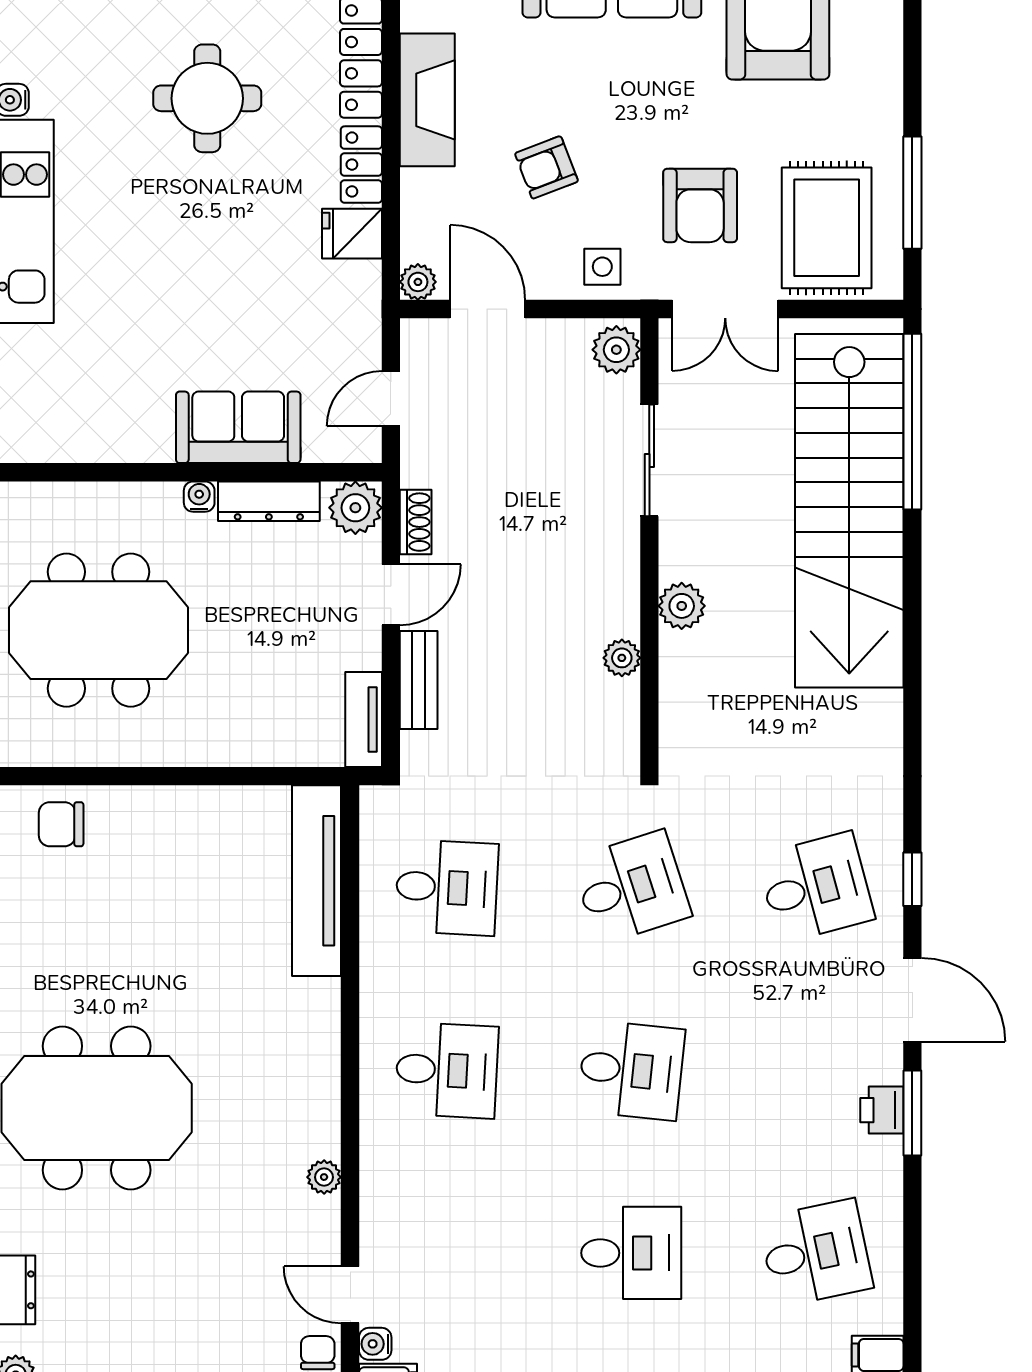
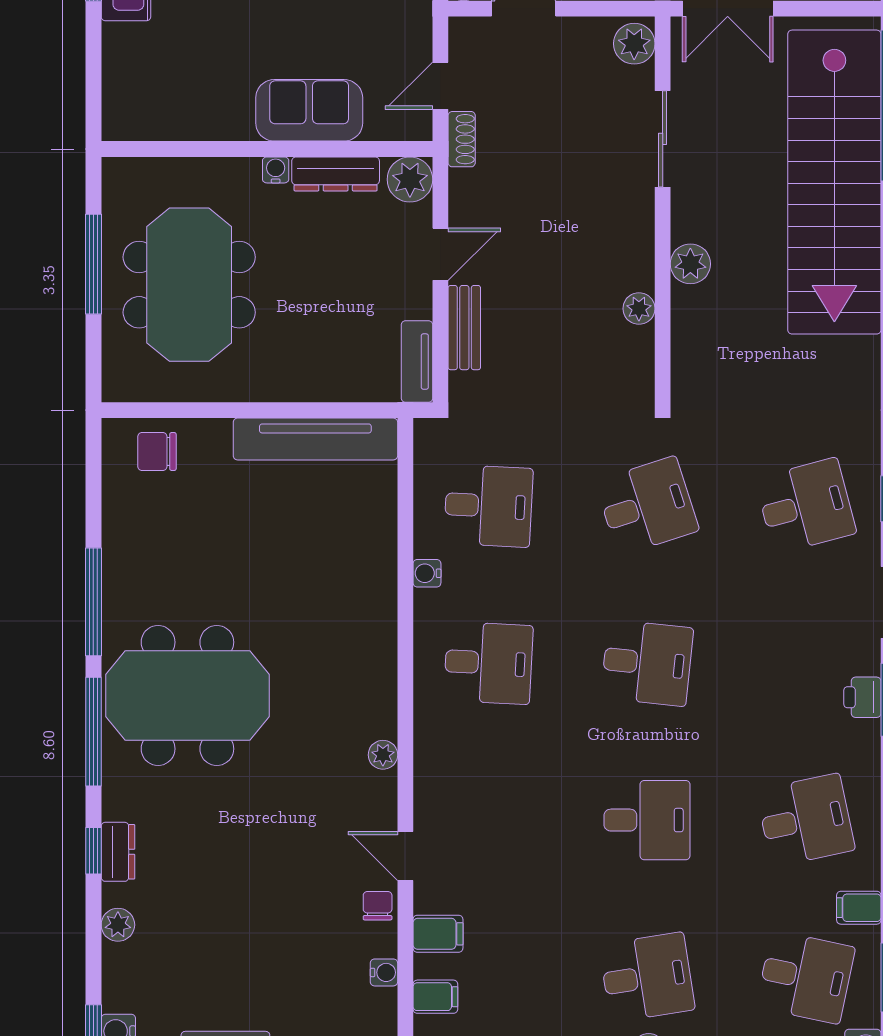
shoe rack: (416, 522) -> (462, 139), moved
meeting table: (99, 630) -> (189, 285), turned 90
tv unit: (317, 881) -> (315, 439), moved, turned -90
water cooler: (375, 1344) -> (427, 573), moved

